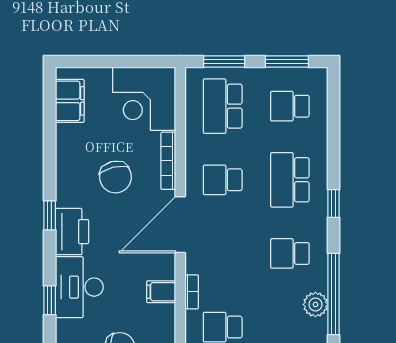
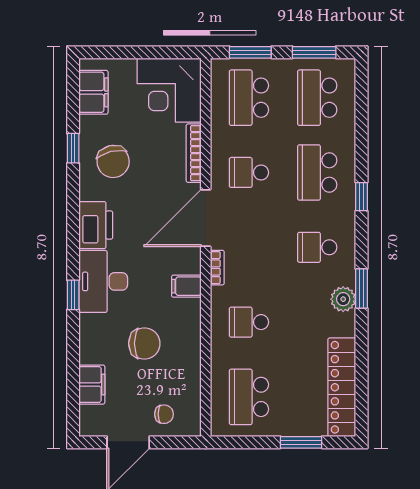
school desk: (290, 106) -> (317, 98), width x1.85
chair: (115, 177) -> (113, 161), moved
window: (50, 215) -> (73, 148), moved
bookcase: (192, 292) -> (217, 268), moved
window: (334, 294) -> (362, 288), width x0.47

